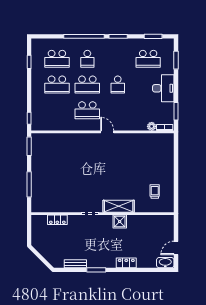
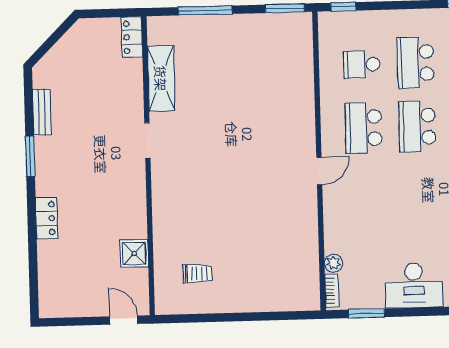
school desk: (118, 85) -> (362, 64), moved
shelving: (119, 206) -> (161, 78), moved
locker: (57, 220) -> (132, 37), moved
shower: (120, 222) -> (134, 253), moved
door: (176, 248) -> (124, 320), moved
washbasin: (165, 263) -> (49, 300), removed

